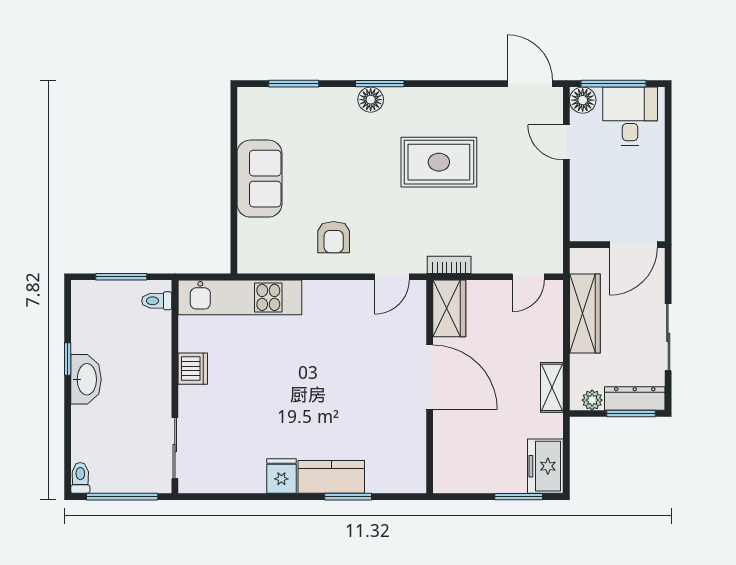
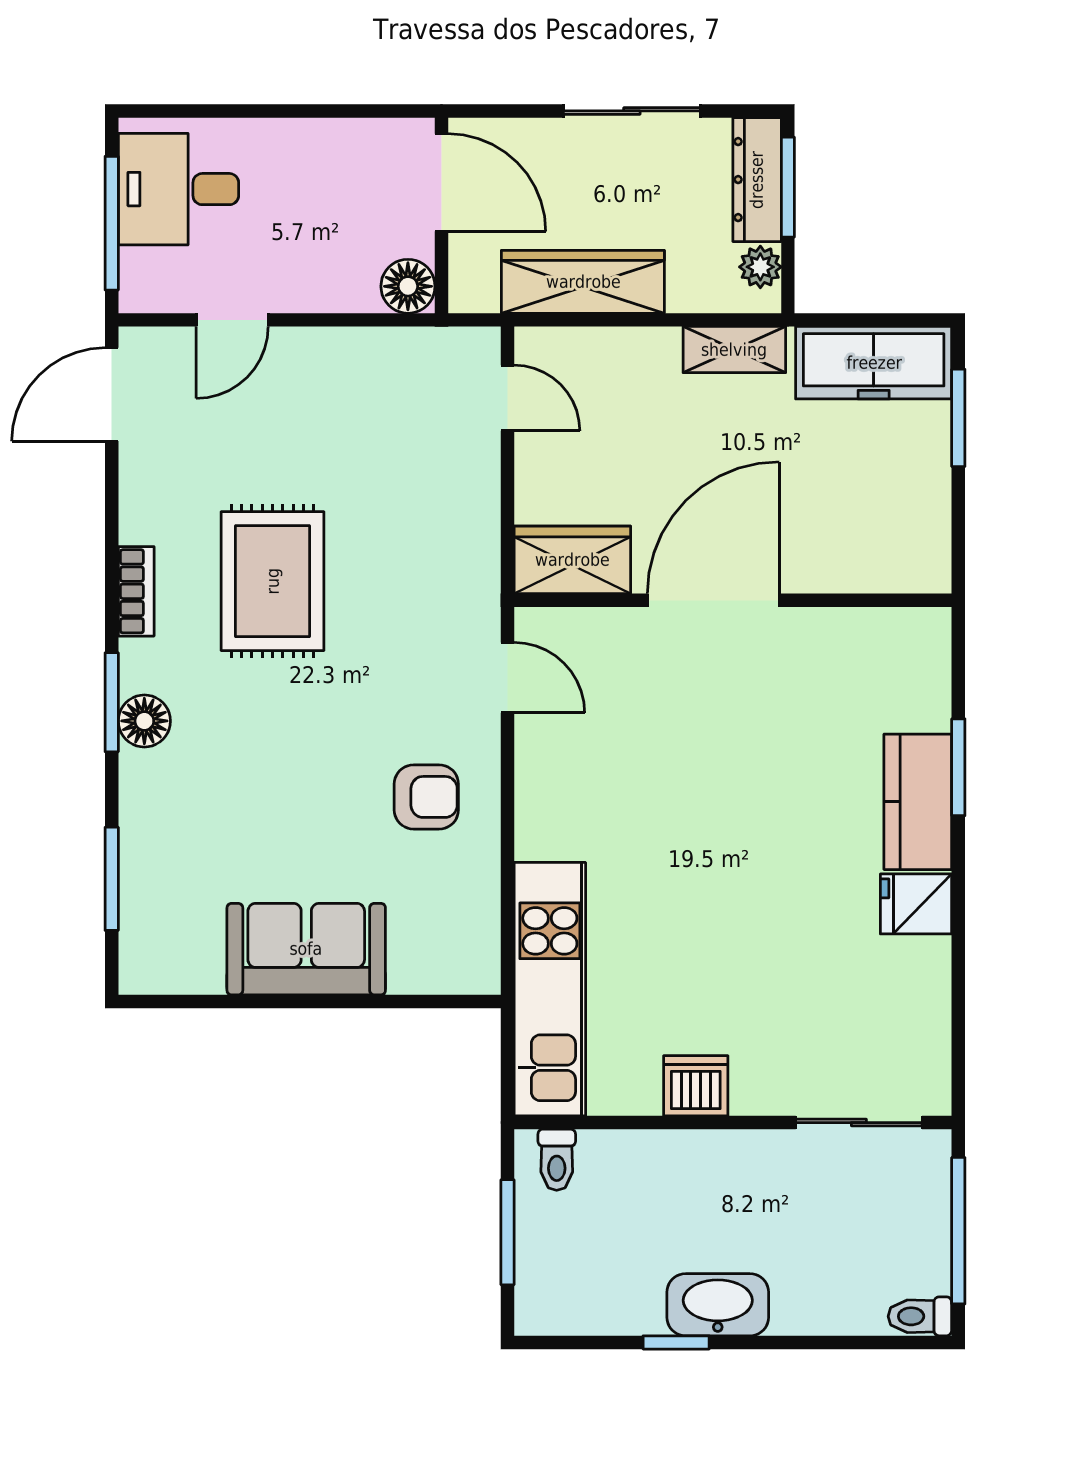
floor lamp: (583, 100) -> (408, 286), moved
bookcase: (449, 265) -> (136, 591), moved, turned 180
freezer: (545, 466) -> (874, 363), width x1.40

